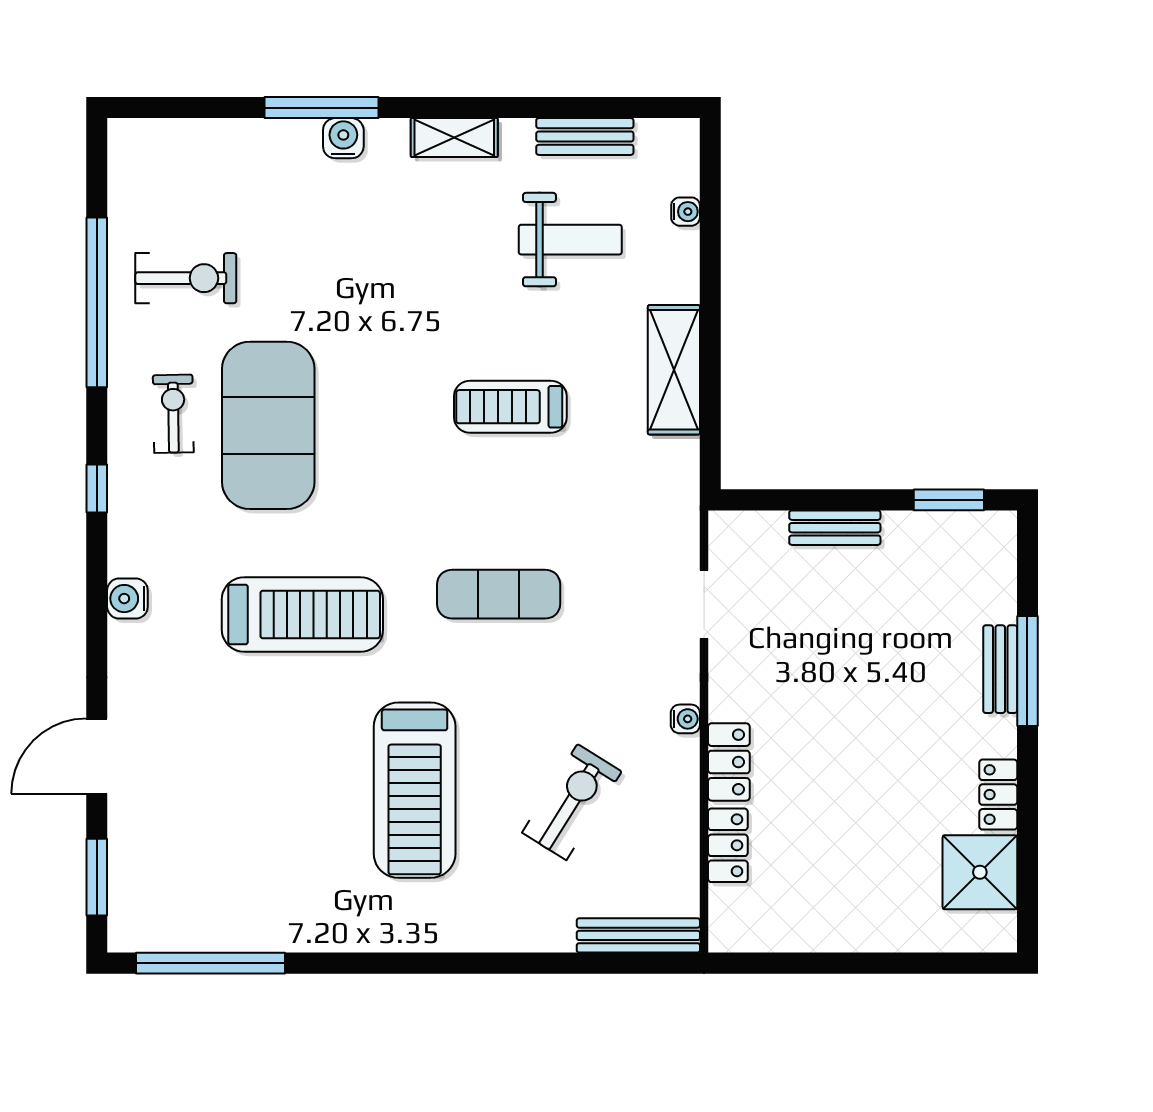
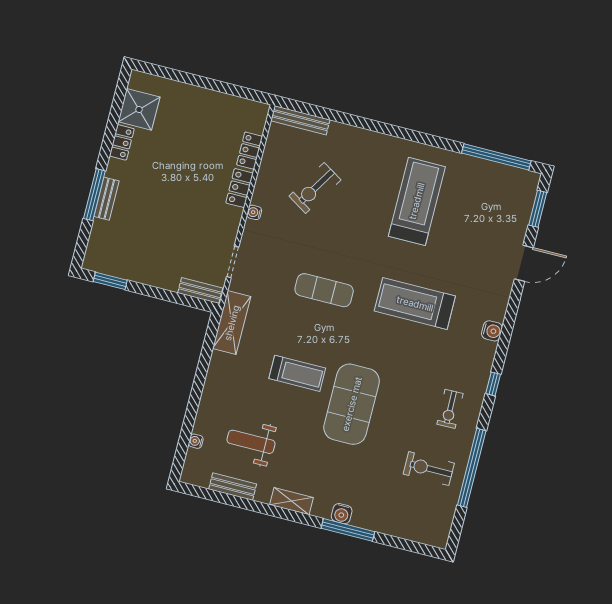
shelving: (674, 370) -> (232, 323), moved
exercise mat: (268, 425) -> (352, 404), moved
bench: (835, 528) -> (200, 291), moved
treadmill: (415, 790) -> (417, 201), moved

